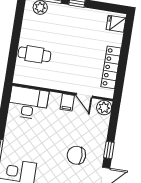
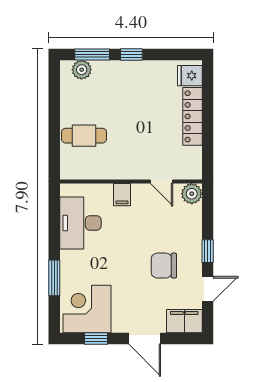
locker: (111, 67) -> (192, 116), moved
filing cabinet: (67, 102) -> (122, 195), moved
desk: (28, 103) -> (80, 223), moved, turned -90

